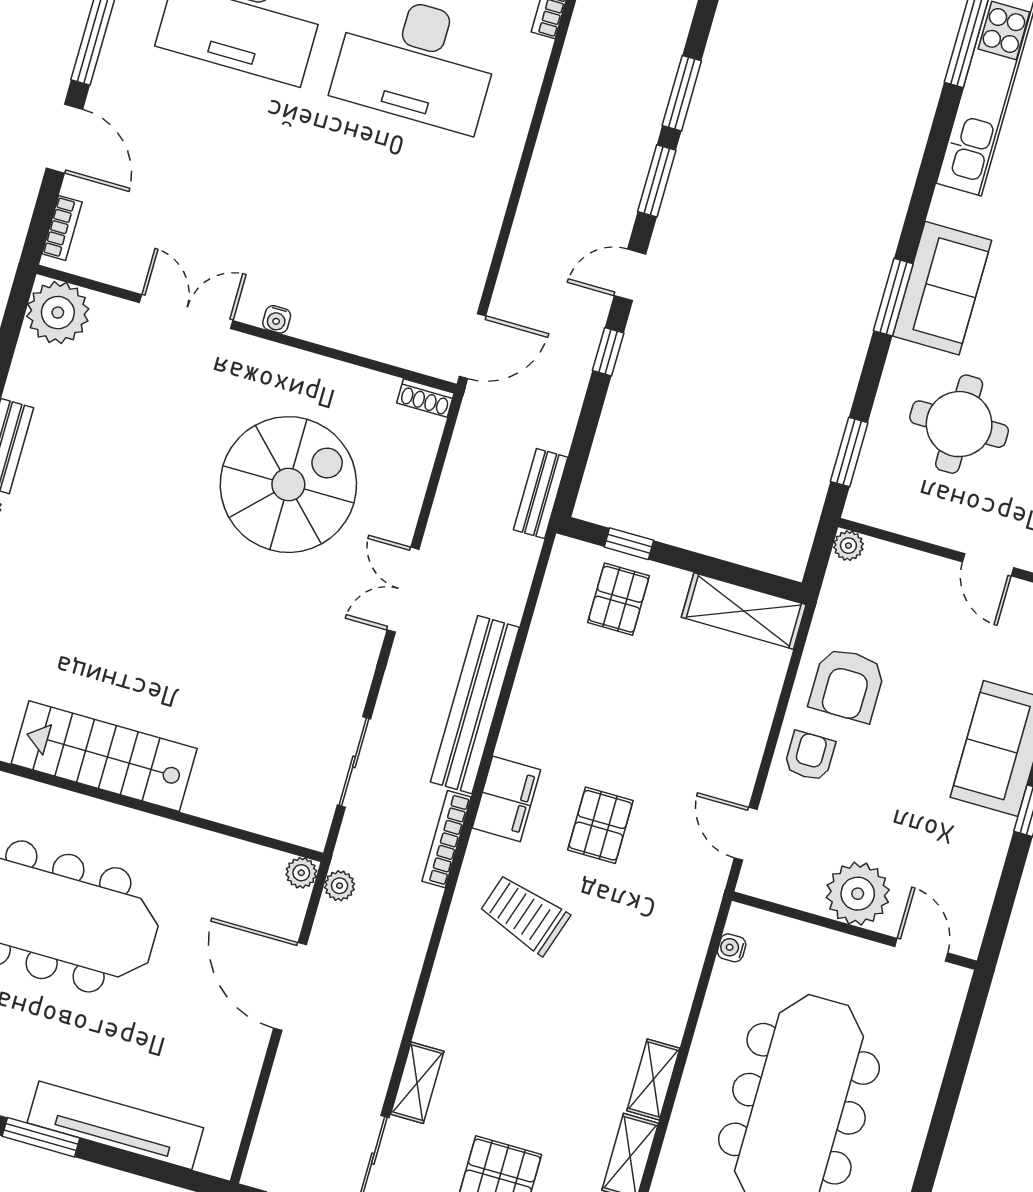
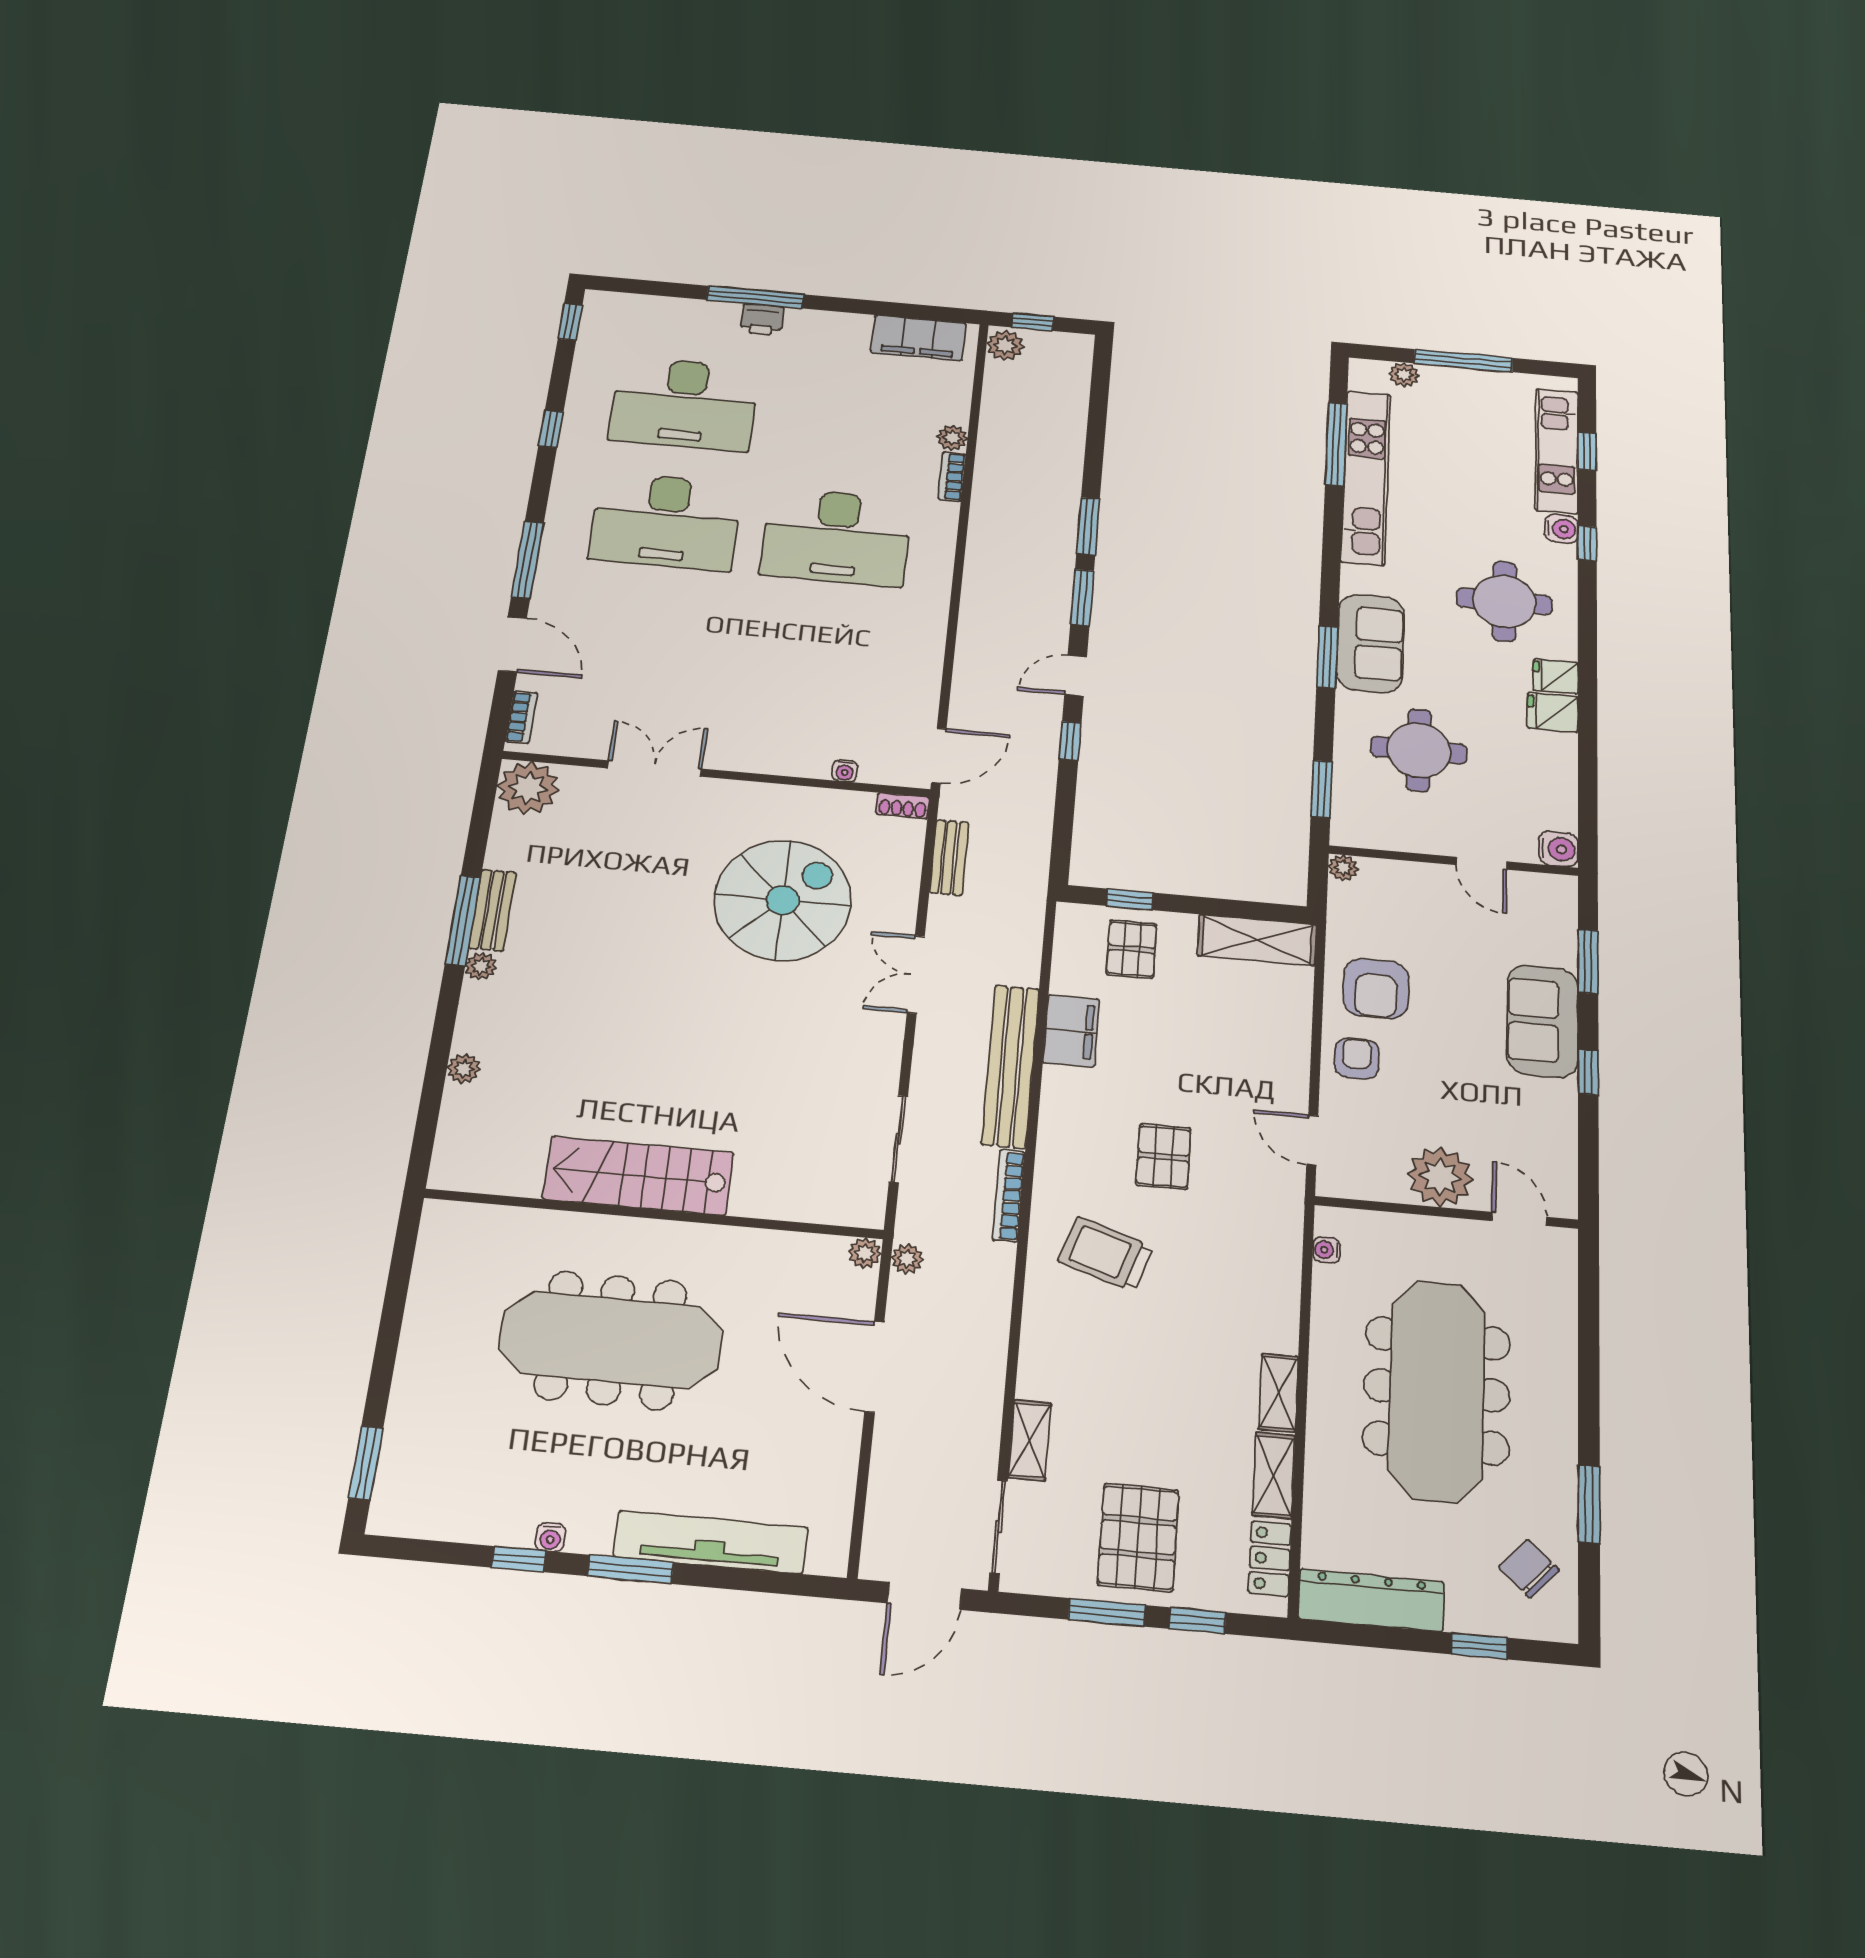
water cooler: (277, 319) -> (845, 771), moved
bench: (541, 494) -> (949, 858), moved
filing cabinet: (506, 799) -> (1071, 1031), moved

